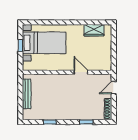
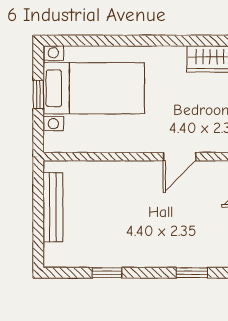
door: (81, 72) -> (180, 157), swing flipped

